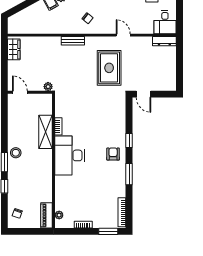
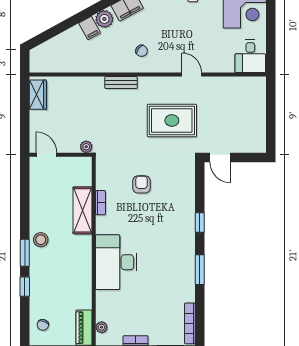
dresser: (164, 41) -> (249, 83), removed
rug: (109, 68) -> (172, 120), turned 90
armchair: (113, 154) -> (142, 184), moved
desk: (70, 155) -> (116, 262), moved

